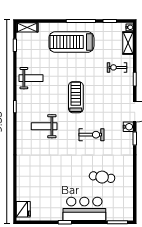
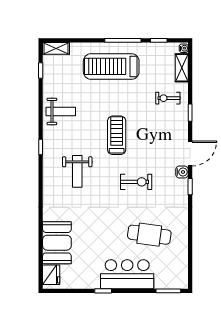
weight bench: (44, 126) -> (77, 171), turned -90
cafe table: (102, 177) -> (149, 235), width x1.37, depth x1.35
booth: (28, 184) -> (57, 243), added

